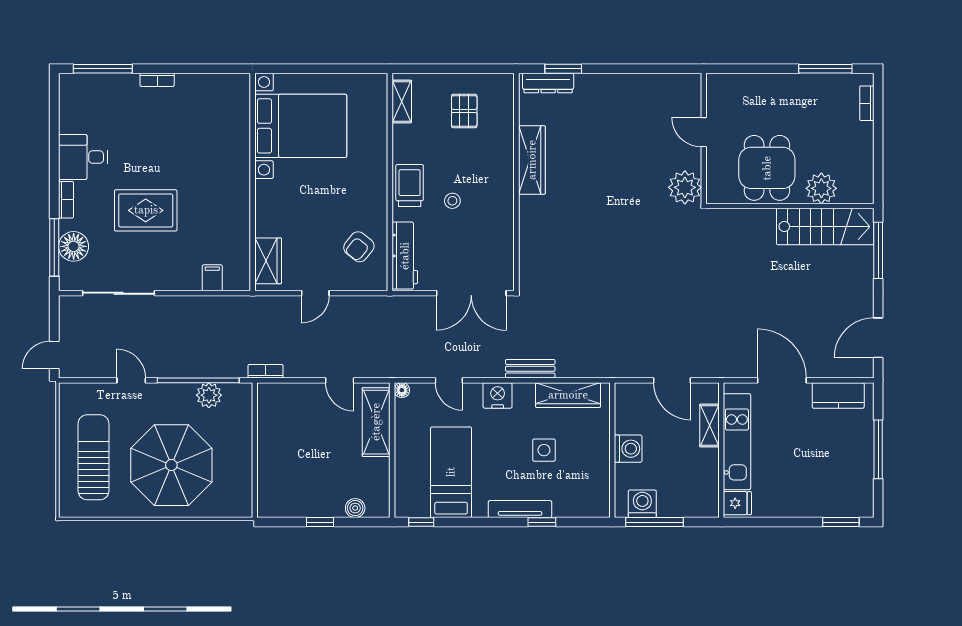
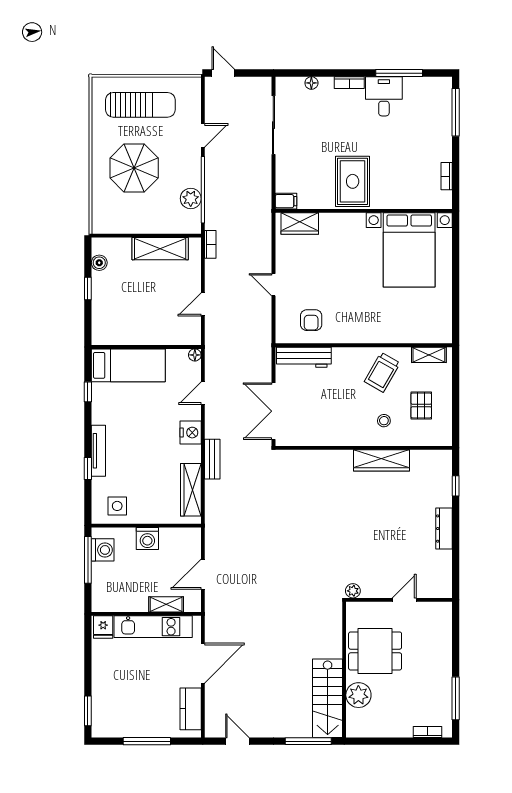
window: (563, 69) -> (456, 486), width x0.67
bookcase: (157, 80) -> (447, 176), moved
dresser: (548, 83) -> (444, 529), moved
pallet: (464, 111) -> (421, 405), turned 90
bed with nightstands: (301, 126) -> (409, 250), moved
wall: (253, 182) -> (364, 211), moved
trolley: (410, 186) -> (382, 372), moved, turned 120
plant: (685, 187) -> (353, 591), width x0.53, depth x0.53
stool: (452, 201) -> (384, 421), moved
rug: (146, 210) -> (353, 181), moved
floor lamp: (74, 246) -> (311, 83), width x0.53, depth x0.53
window: (54, 247) -> (399, 73), moved
armchair: (359, 247) -> (311, 320), turned -129
wardrobe: (268, 261) -> (300, 223), moved
door: (878, 338) -> (237, 741), width x0.73
shelving: (376, 422) -> (160, 249), moved
side table: (544, 450) -> (117, 506), moved
parasol: (171, 465) -> (134, 168), width x0.73, depth x0.73
bed: (451, 472) -> (128, 365), moved
boiler: (355, 508) -> (99, 263), moved
window: (421, 522) -> (88, 392), moved

